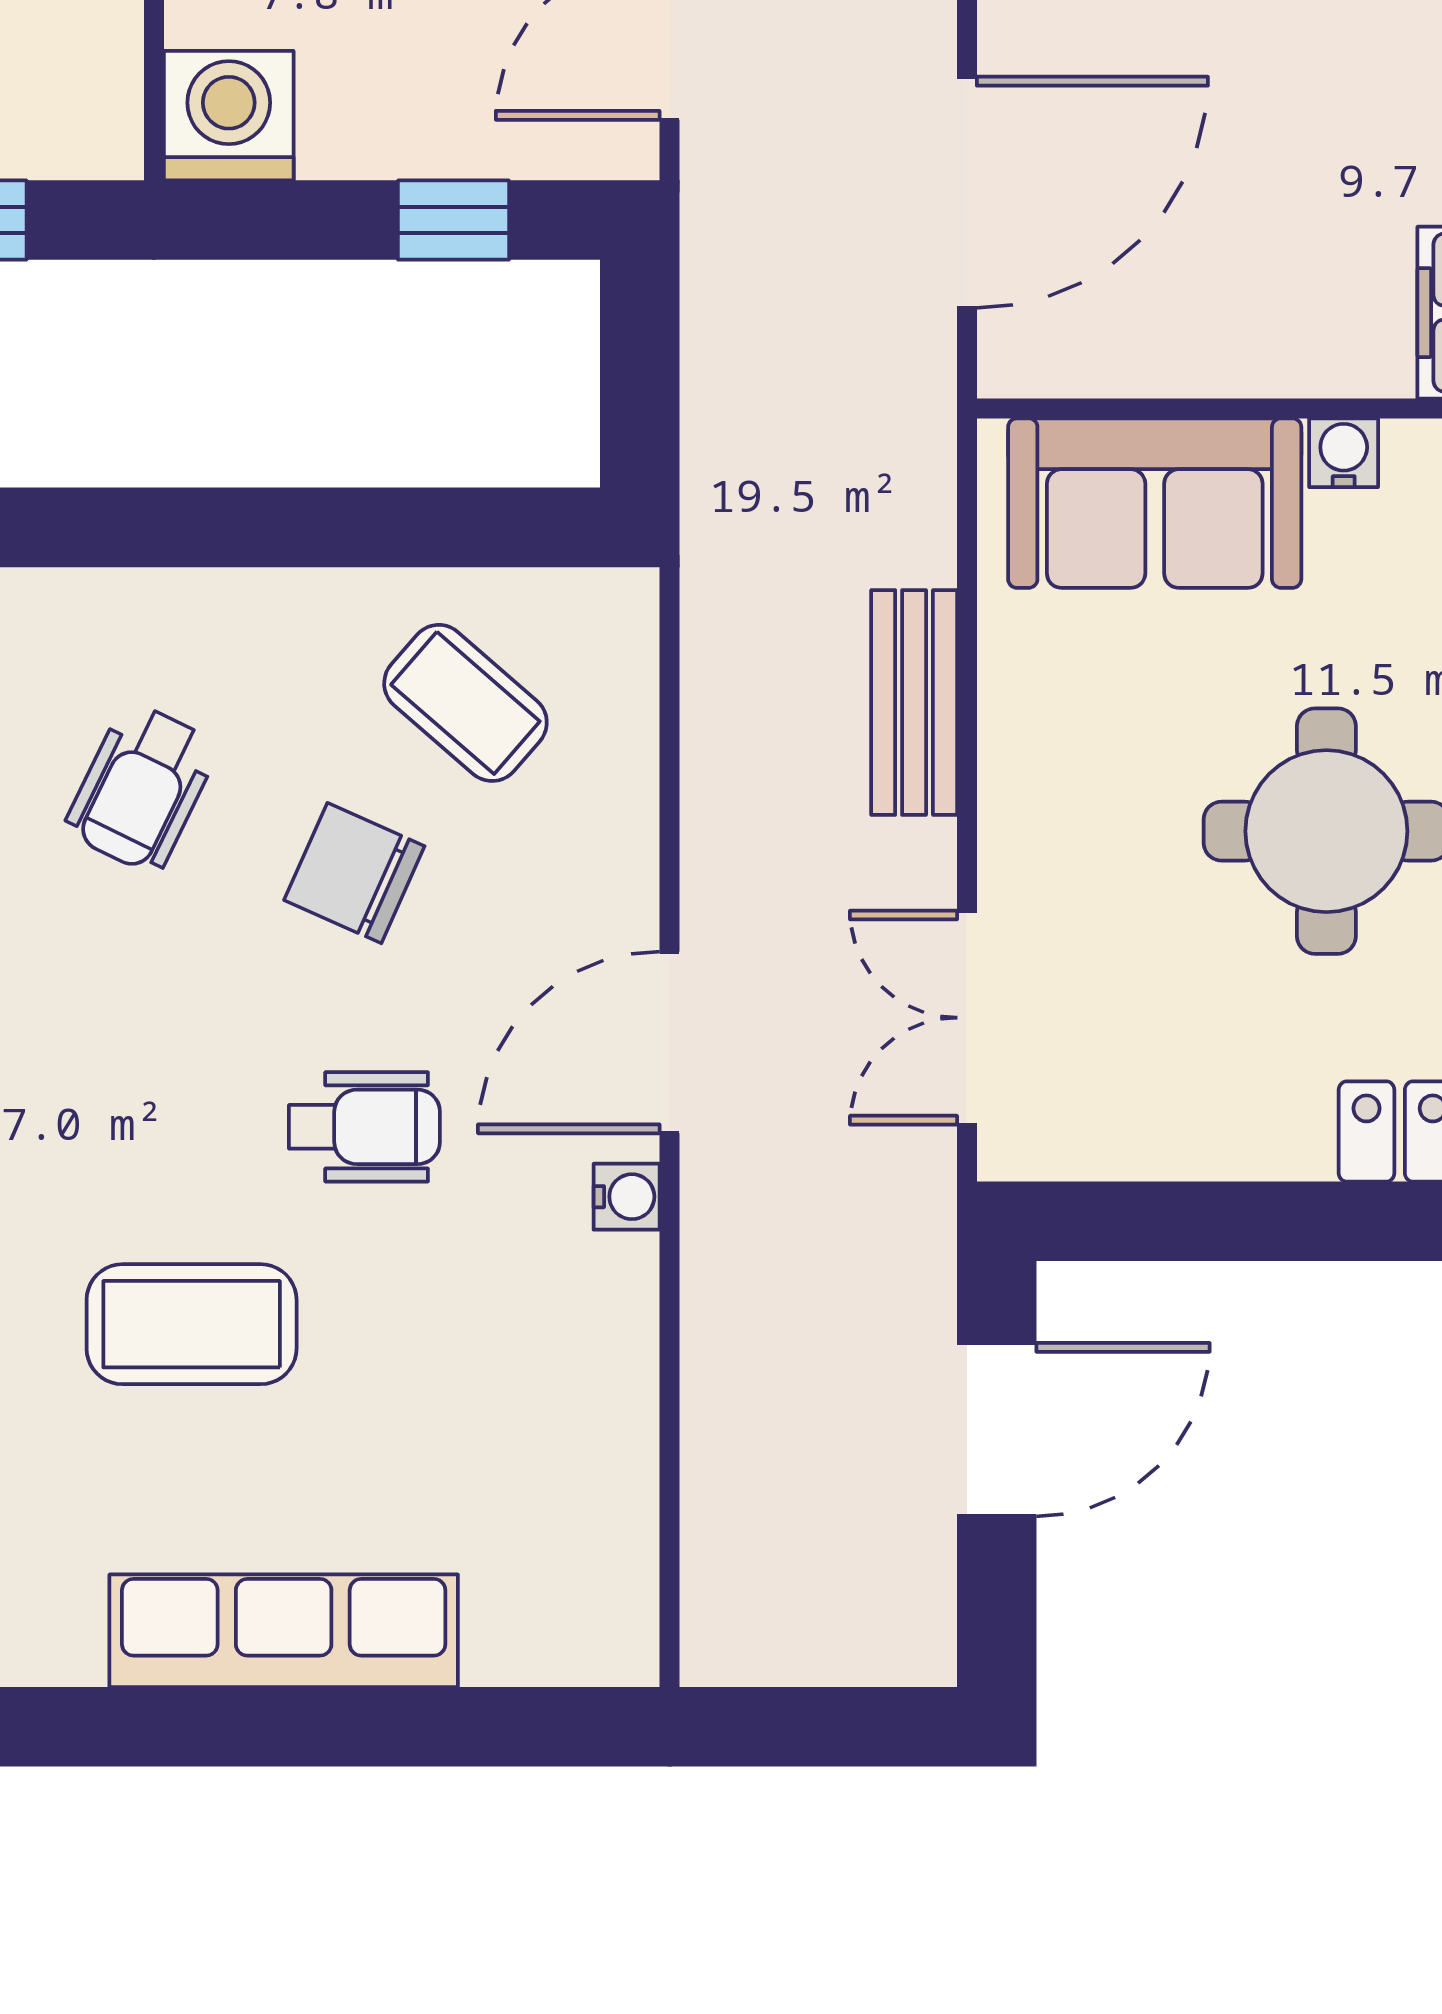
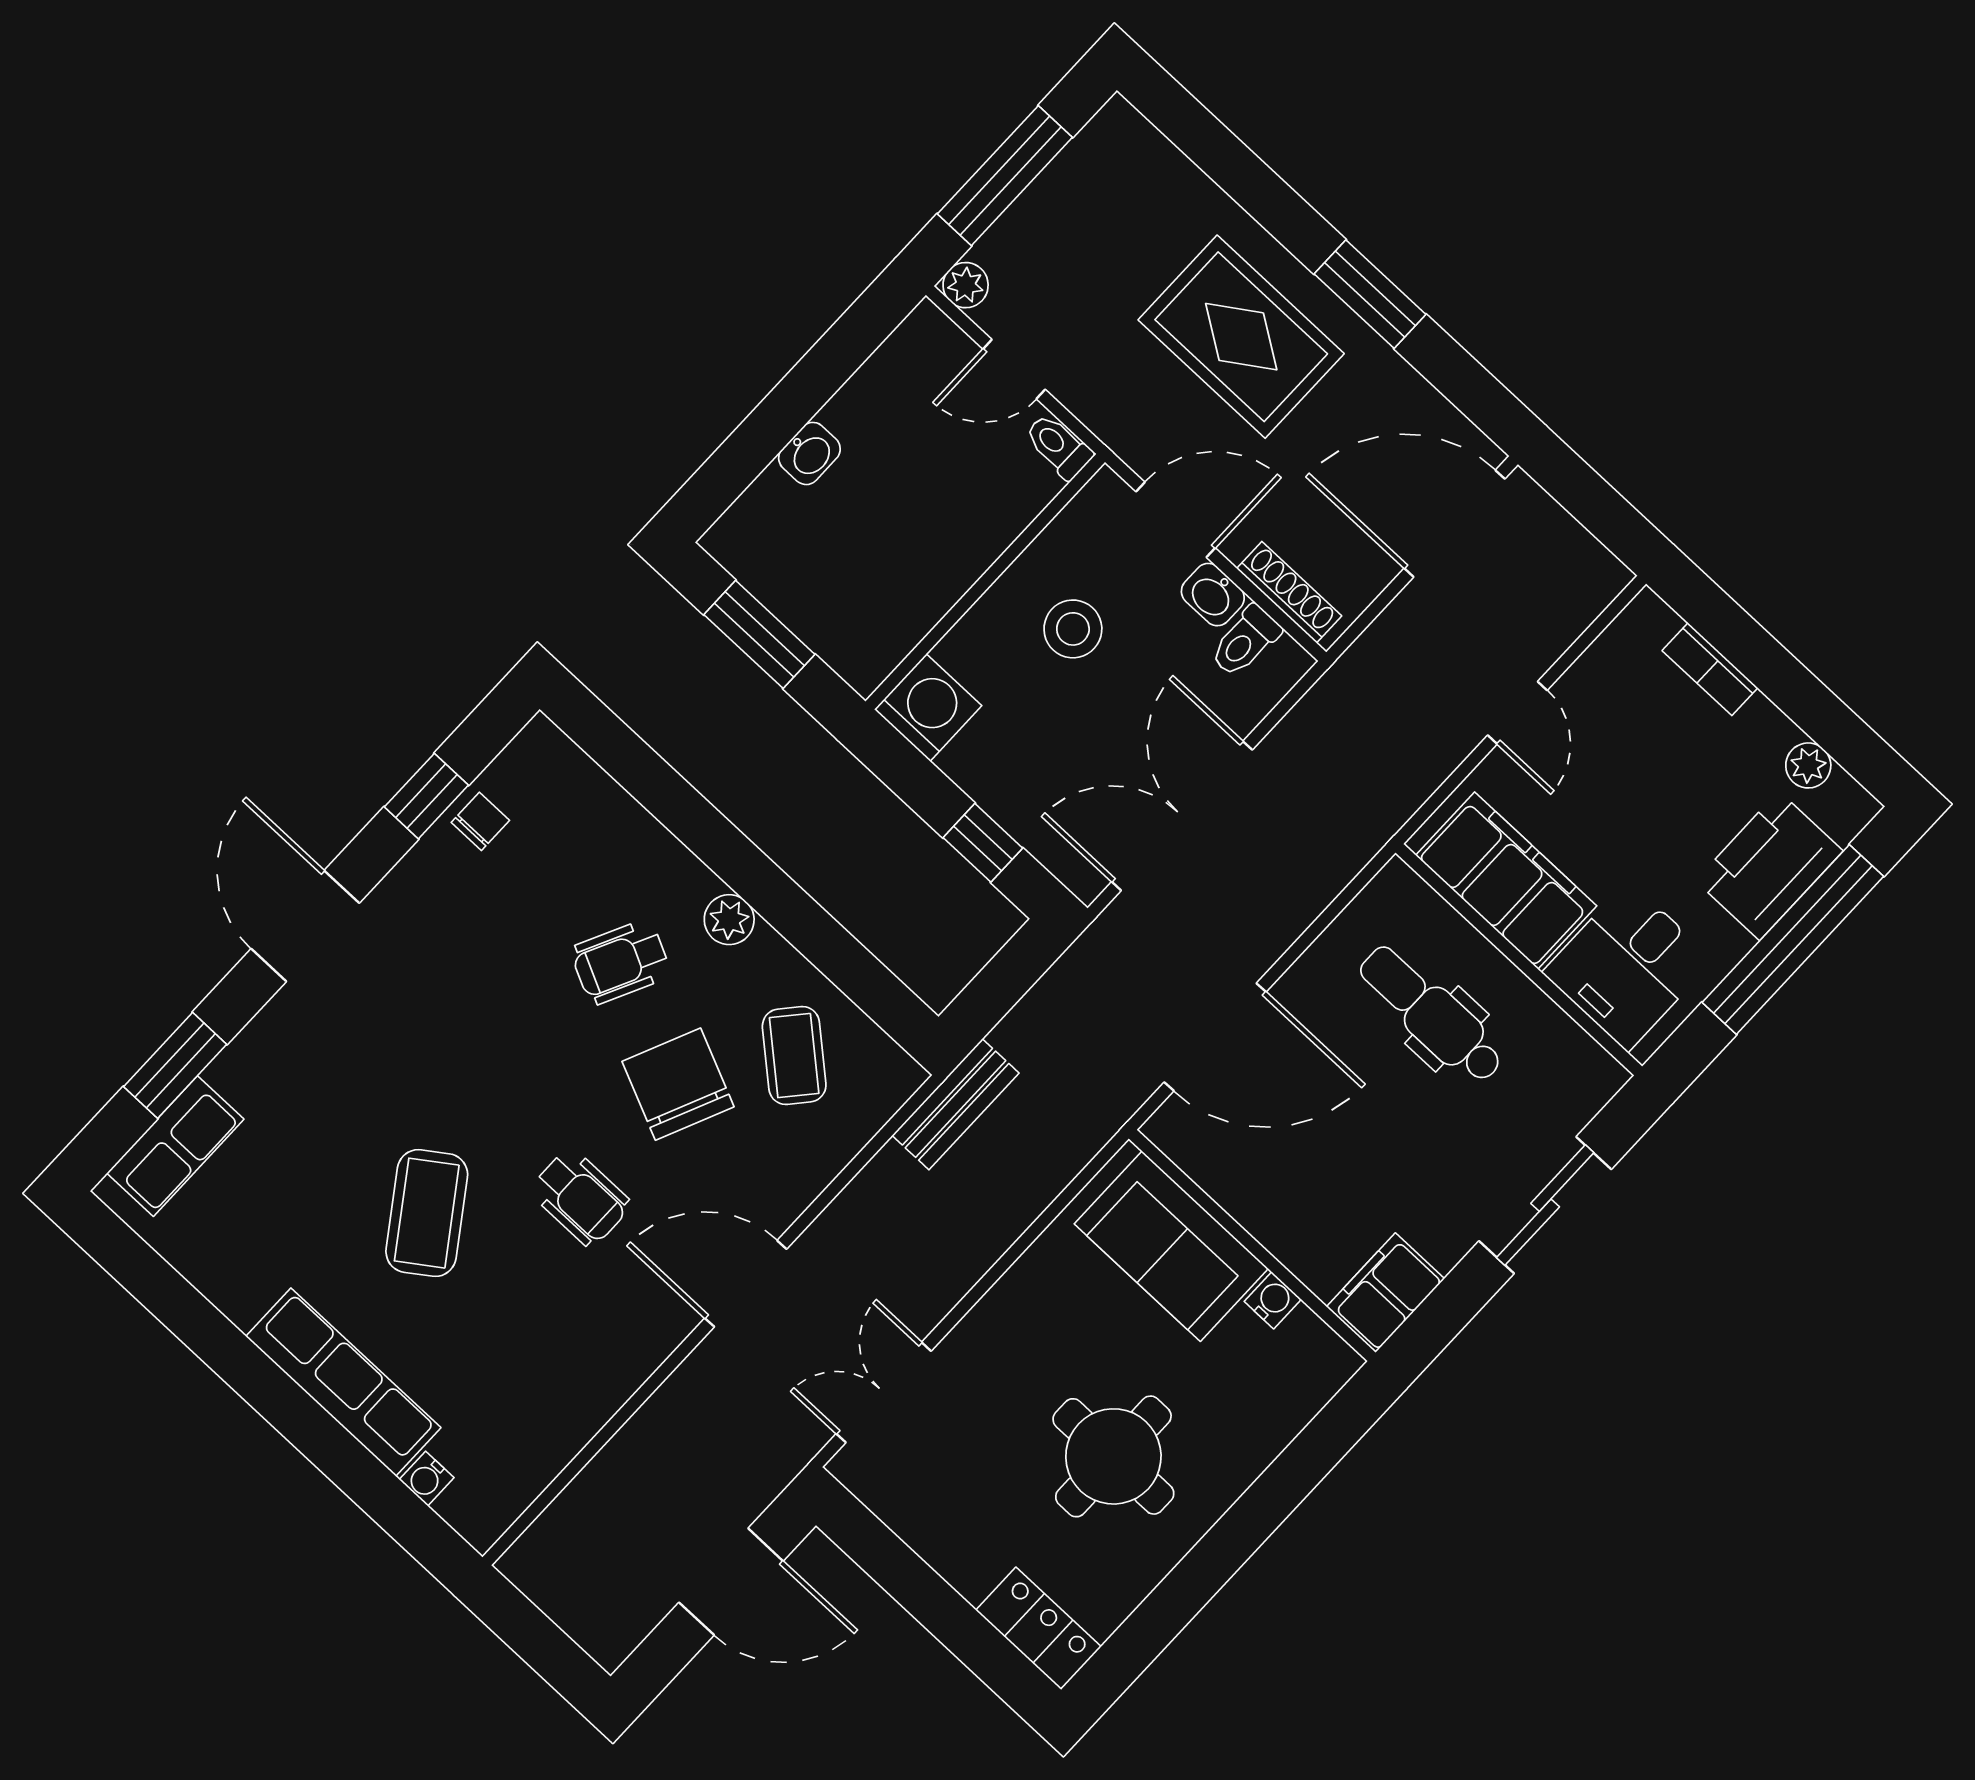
plant: (227, 609) -> (729, 920), added
bench: (914, 702) -> (956, 1104), moved
chair: (354, 873) -> (678, 1084), width x1.37, depth x1.37
water cooler: (627, 1197) -> (427, 1479), moved, turned 90
coffee table: (192, 1324) -> (427, 1213), turned 55

